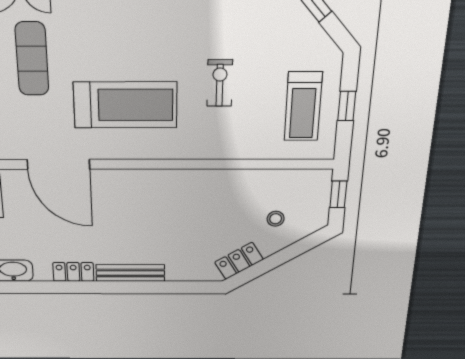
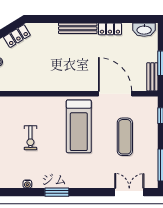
exercise mat: (32, 59) -> (125, 137), moved
treadmill: (125, 105) -> (79, 126), turned -90

